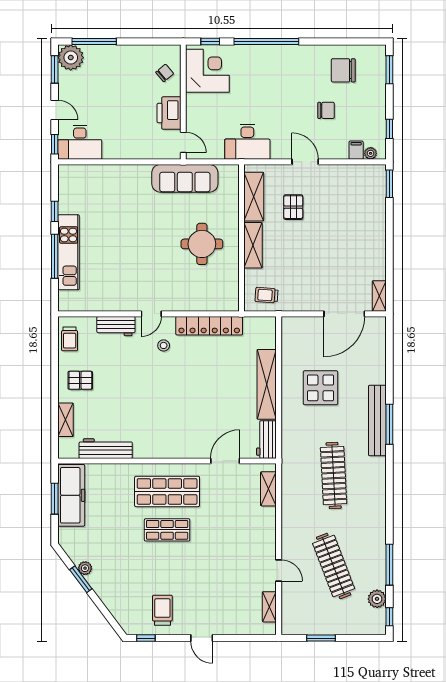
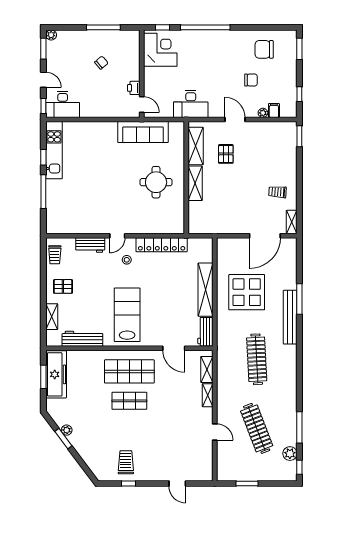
window: (94, 41) -> (103, 27), moved
plant: (71, 58) -> (51, 35), width x0.53, depth x0.53
chair: (165, 73) -> (101, 63), moved
printer: (169, 113) -> (134, 88), width x0.53, depth x0.68
plant: (371, 153) -> (263, 113), moved
kitchen unit: (69, 252) -> (54, 150), moved
trolley: (267, 295) -> (277, 192), moved
display table: (320, 388) -> (247, 292), width x1.36, depth x1.36
lab bench: (164, 417) -> (127, 315), added
window: (389, 424) -> (299, 299), moved
door: (225, 461) -> (174, 348), swing flipped
shelving: (269, 607) -> (208, 395), moved
window: (146, 638) -> (128, 484), moved
door: (202, 638) -> (177, 484), moved

